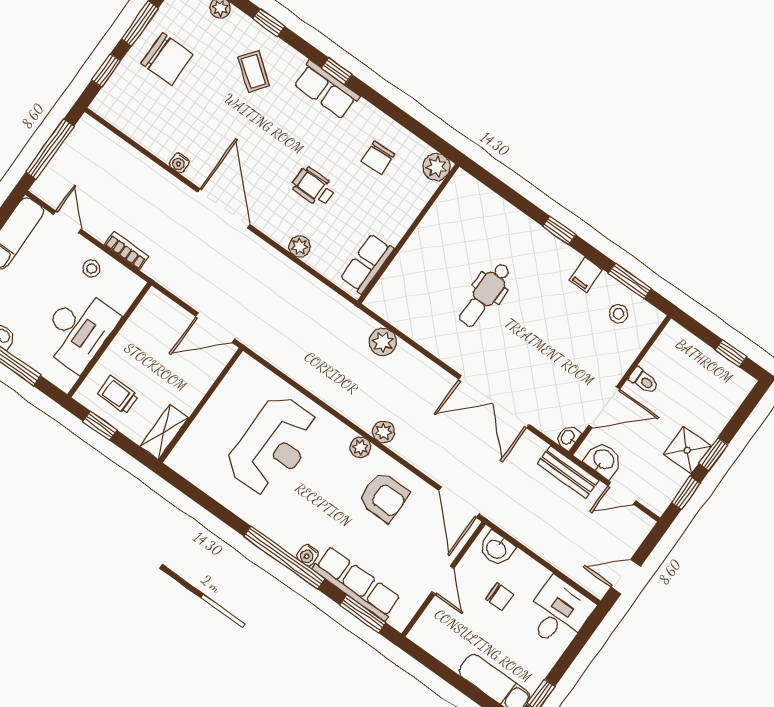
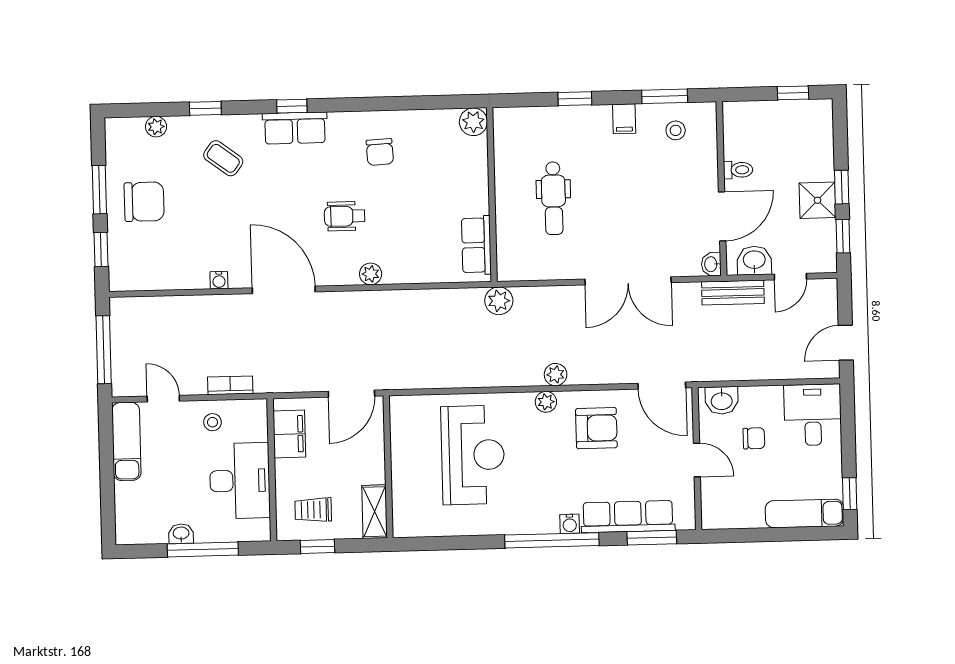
plant: (436, 167) -> (473, 122), moved
wall: (408, 234) -> (492, 195), moved
row of seats: (367, 264) -> (476, 245), moved
filing cabinet: (144, 323) -> (289, 434), added

